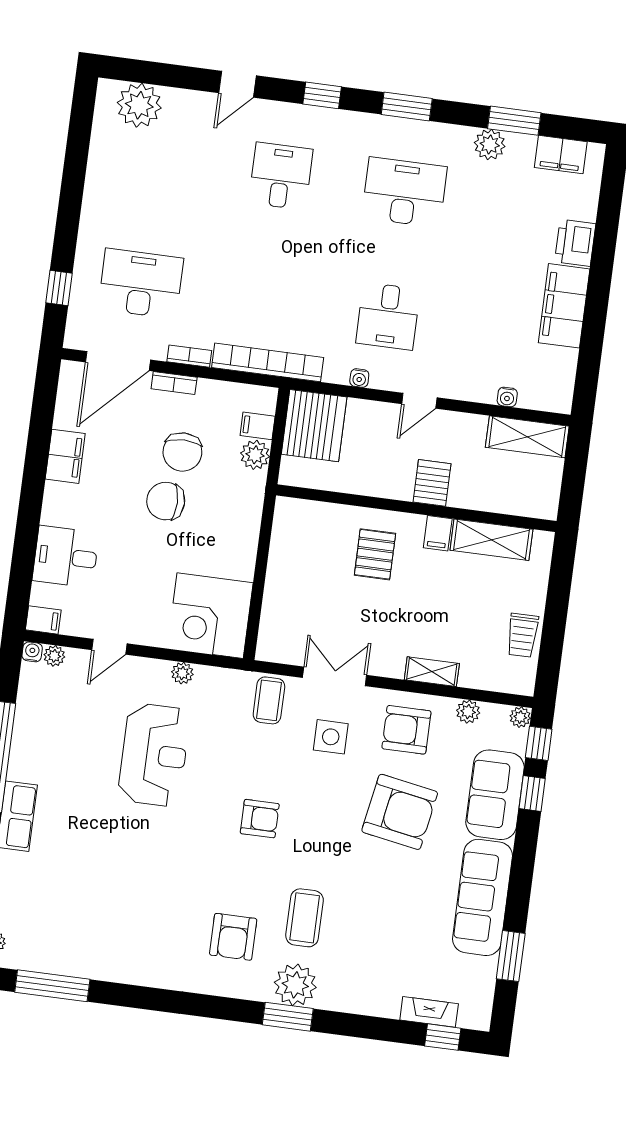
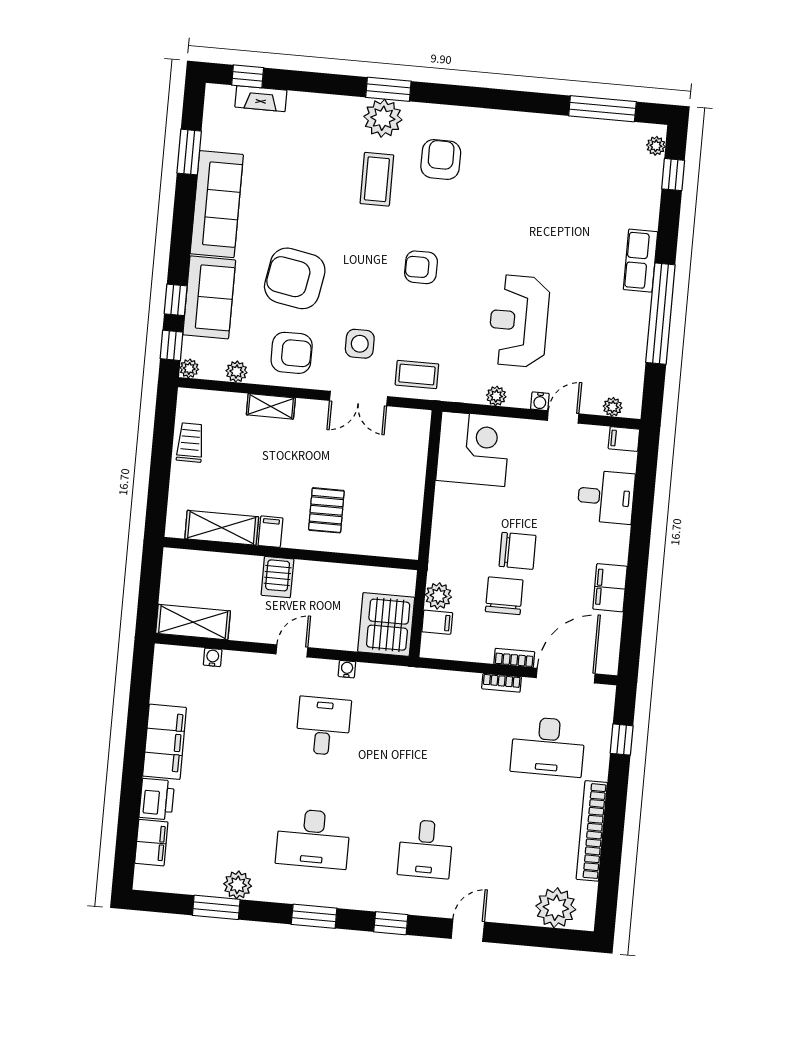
filing cabinet: (561, 155) -> (151, 843), moved, turned 90
bookcase: (268, 362) -> (592, 831), moved, turned 90
water cooler: (32, 652) -> (540, 401), moved
coffee table: (269, 700) -> (417, 374), turned 90

